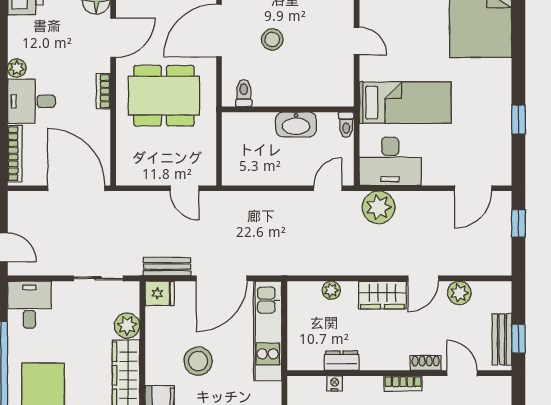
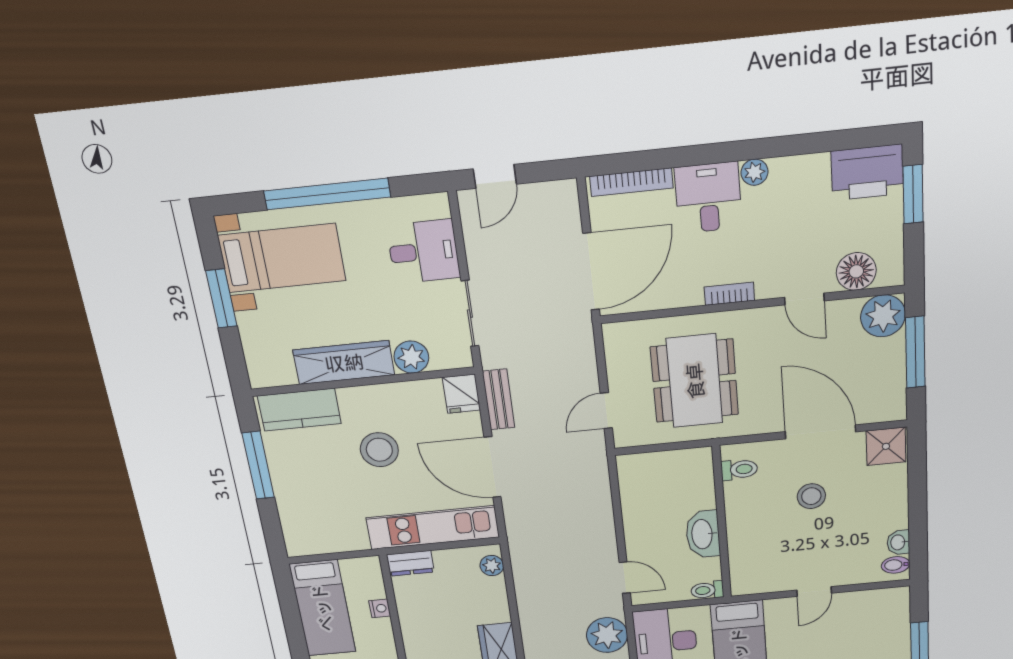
door: (113, 38) -> (804, 299), width x0.73
dining table: (164, 96) -> (695, 381), moved
plant: (331, 290) -> (492, 566), moved
desk: (29, 305) -> (423, 252), moved
dresser: (341, 361) -> (410, 563), moved, turned 90

